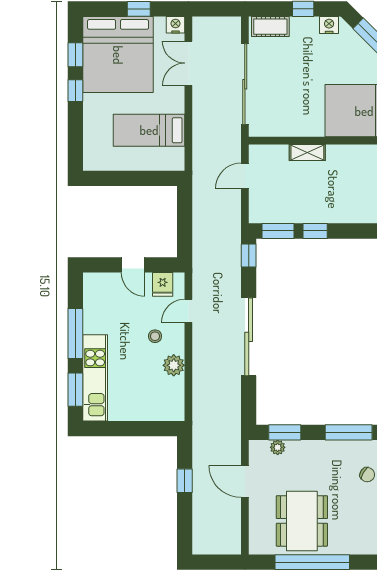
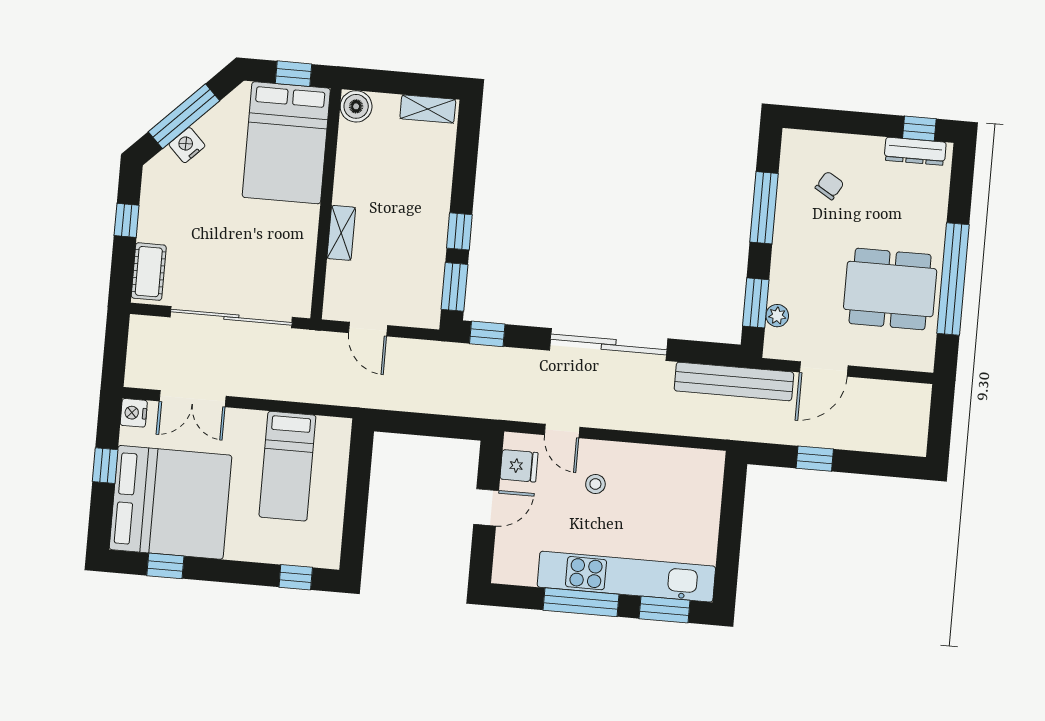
nightstand: (329, 25) -> (187, 145), moved, turned 45
window: (75, 91) -> (296, 577), moved
plant: (174, 365) -> (641, 460), removed
kitchen unit: (95, 378) -> (626, 577), width x1.36
bench: (231, 422) -> (734, 381), added

